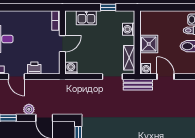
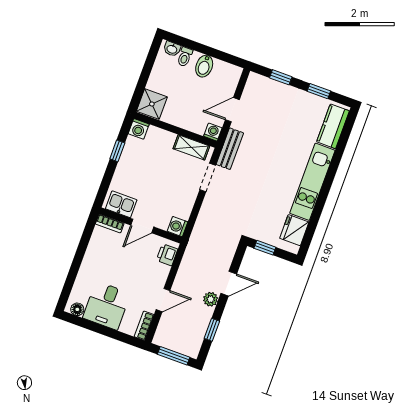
kitchen sink: (86, 18) -> (121, 204), moved, turned -90
washing machine: (129, 29) -> (139, 129), moved
door: (62, 44) -> (142, 226), swing flipped
shower: (149, 44) -> (152, 104), moved
printer: (34, 68) -> (167, 255), moved

